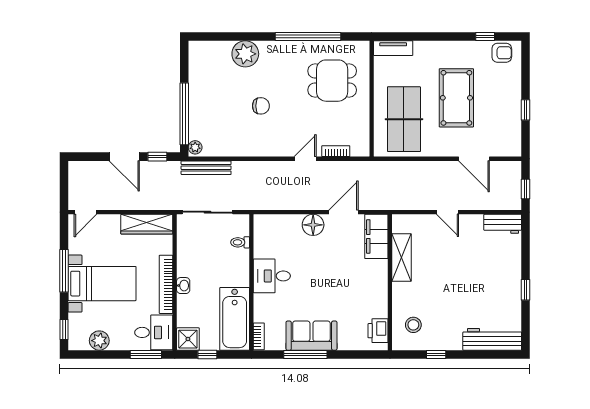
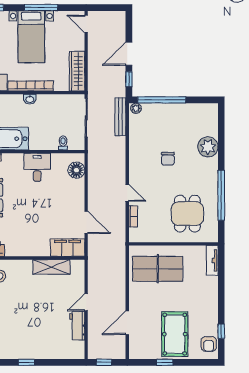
pool table: (456, 98) -> (175, 334), moved, turned 90
workbench: (503, 224) -> (77, 326), moved
floor lamp: (313, 225) -> (76, 170), moved

